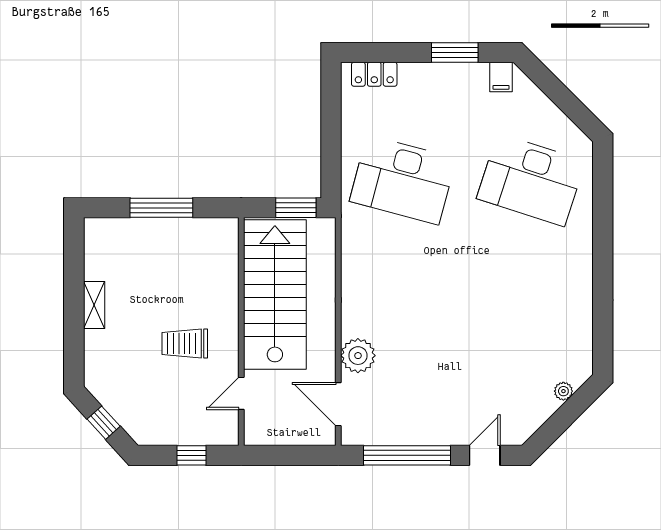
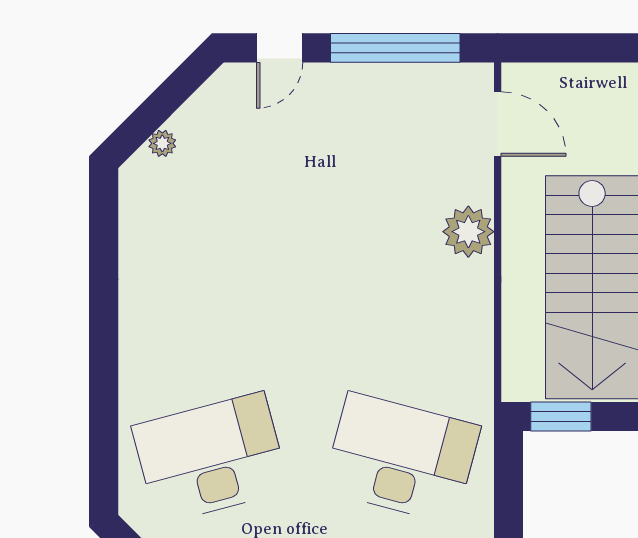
desk: (531, 180) -> (211, 458), turned -33
plant: (358, 356) -> (468, 232), moved

